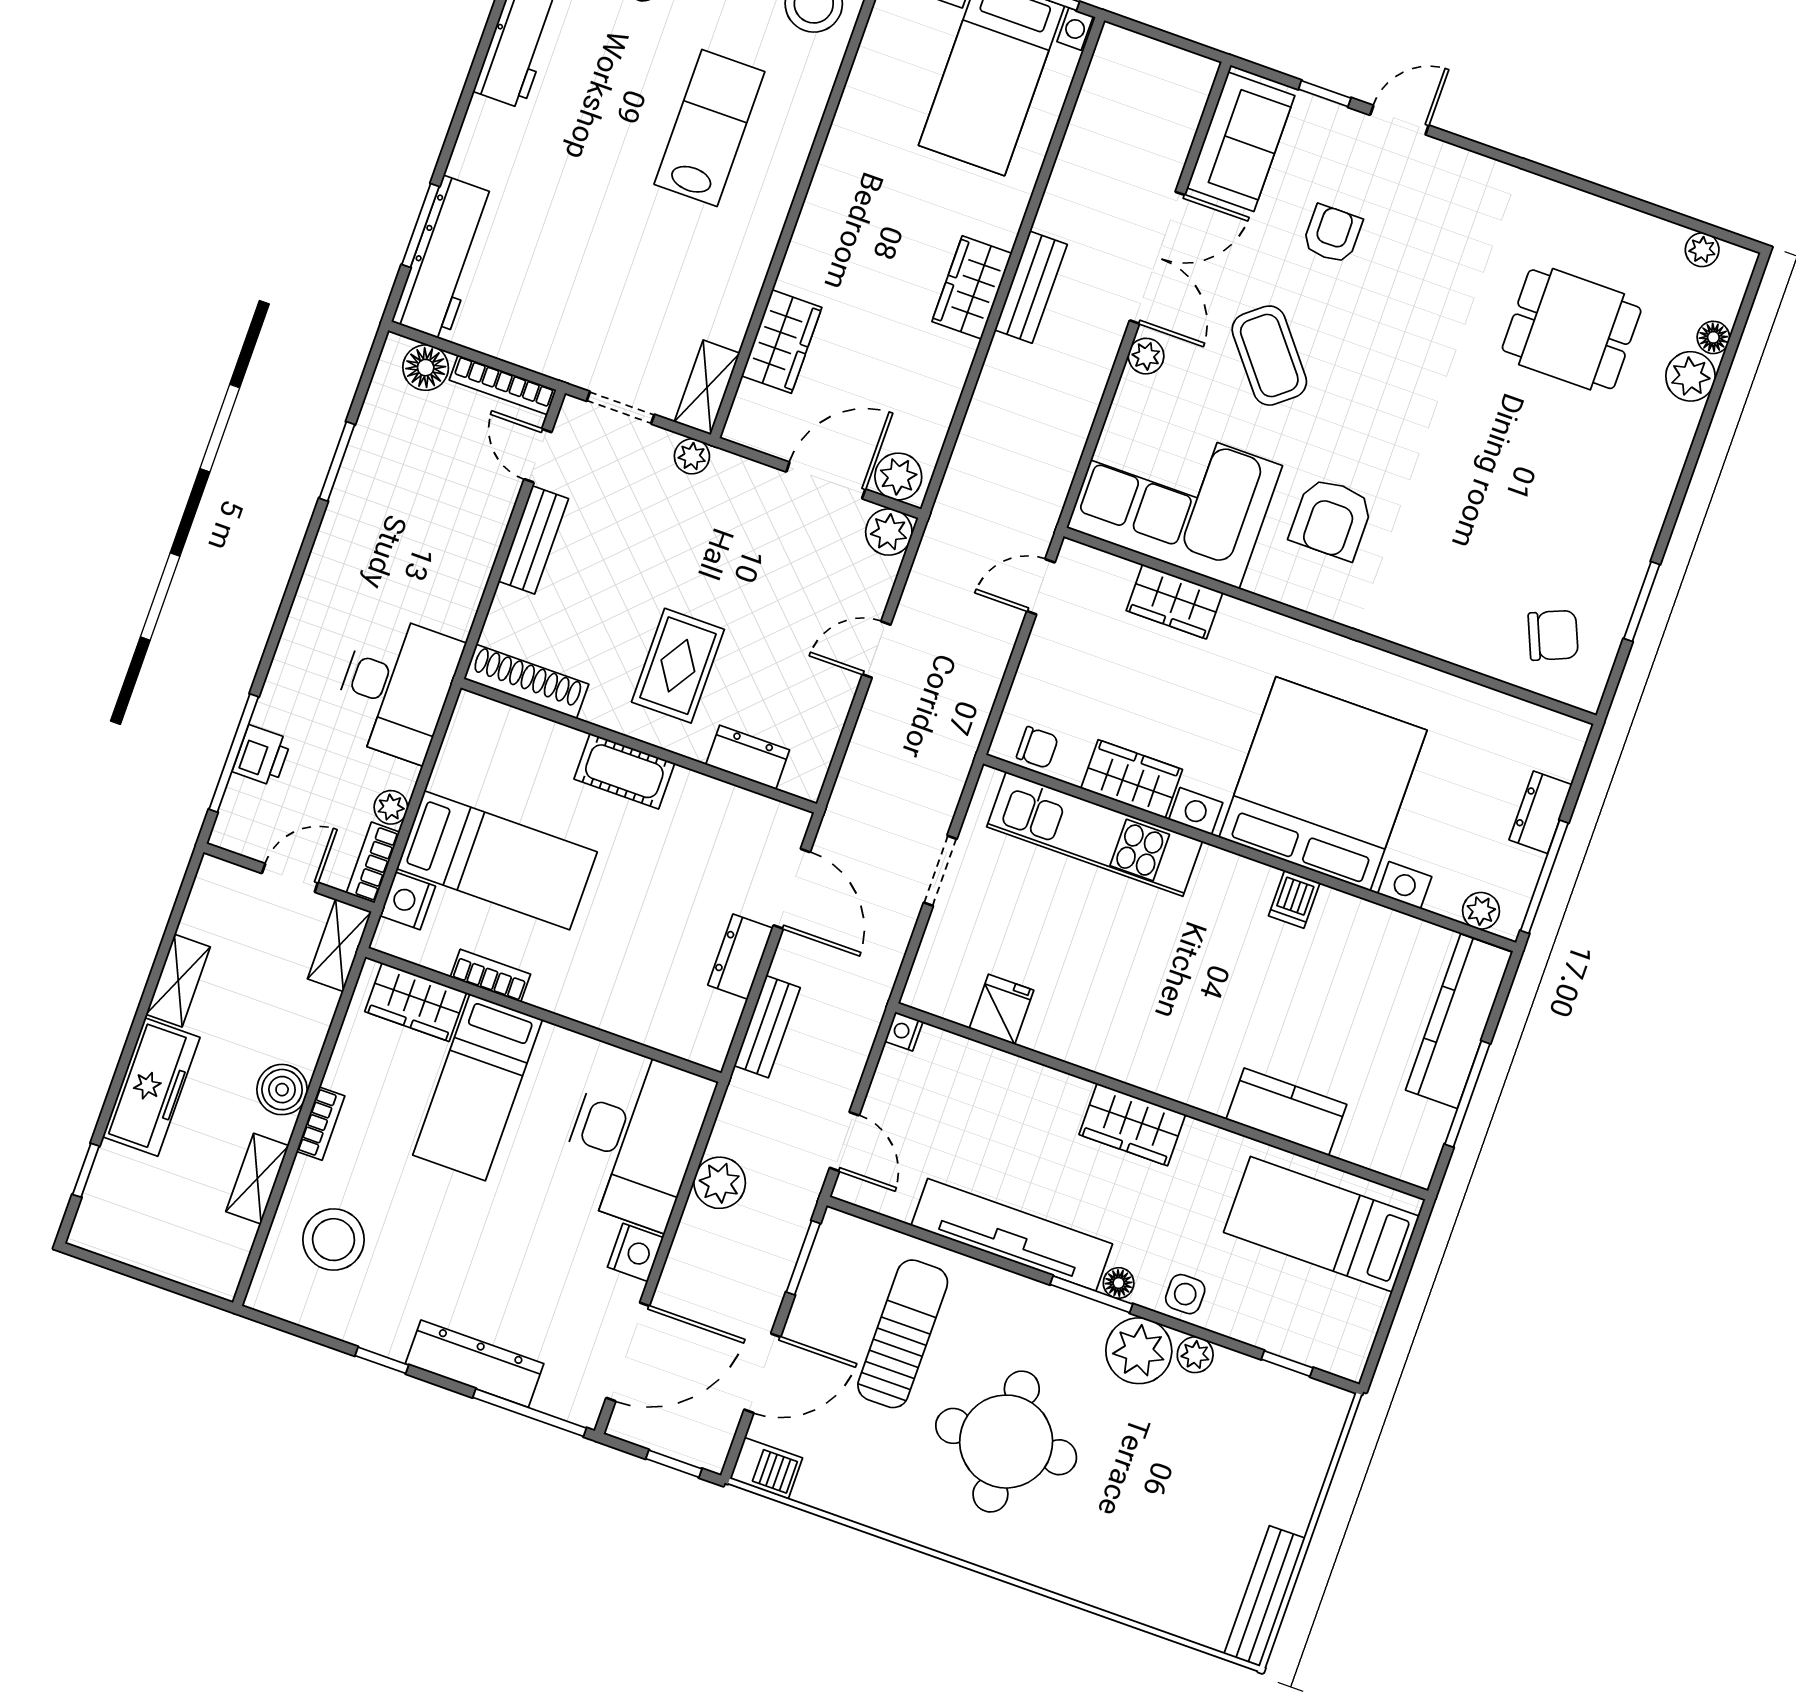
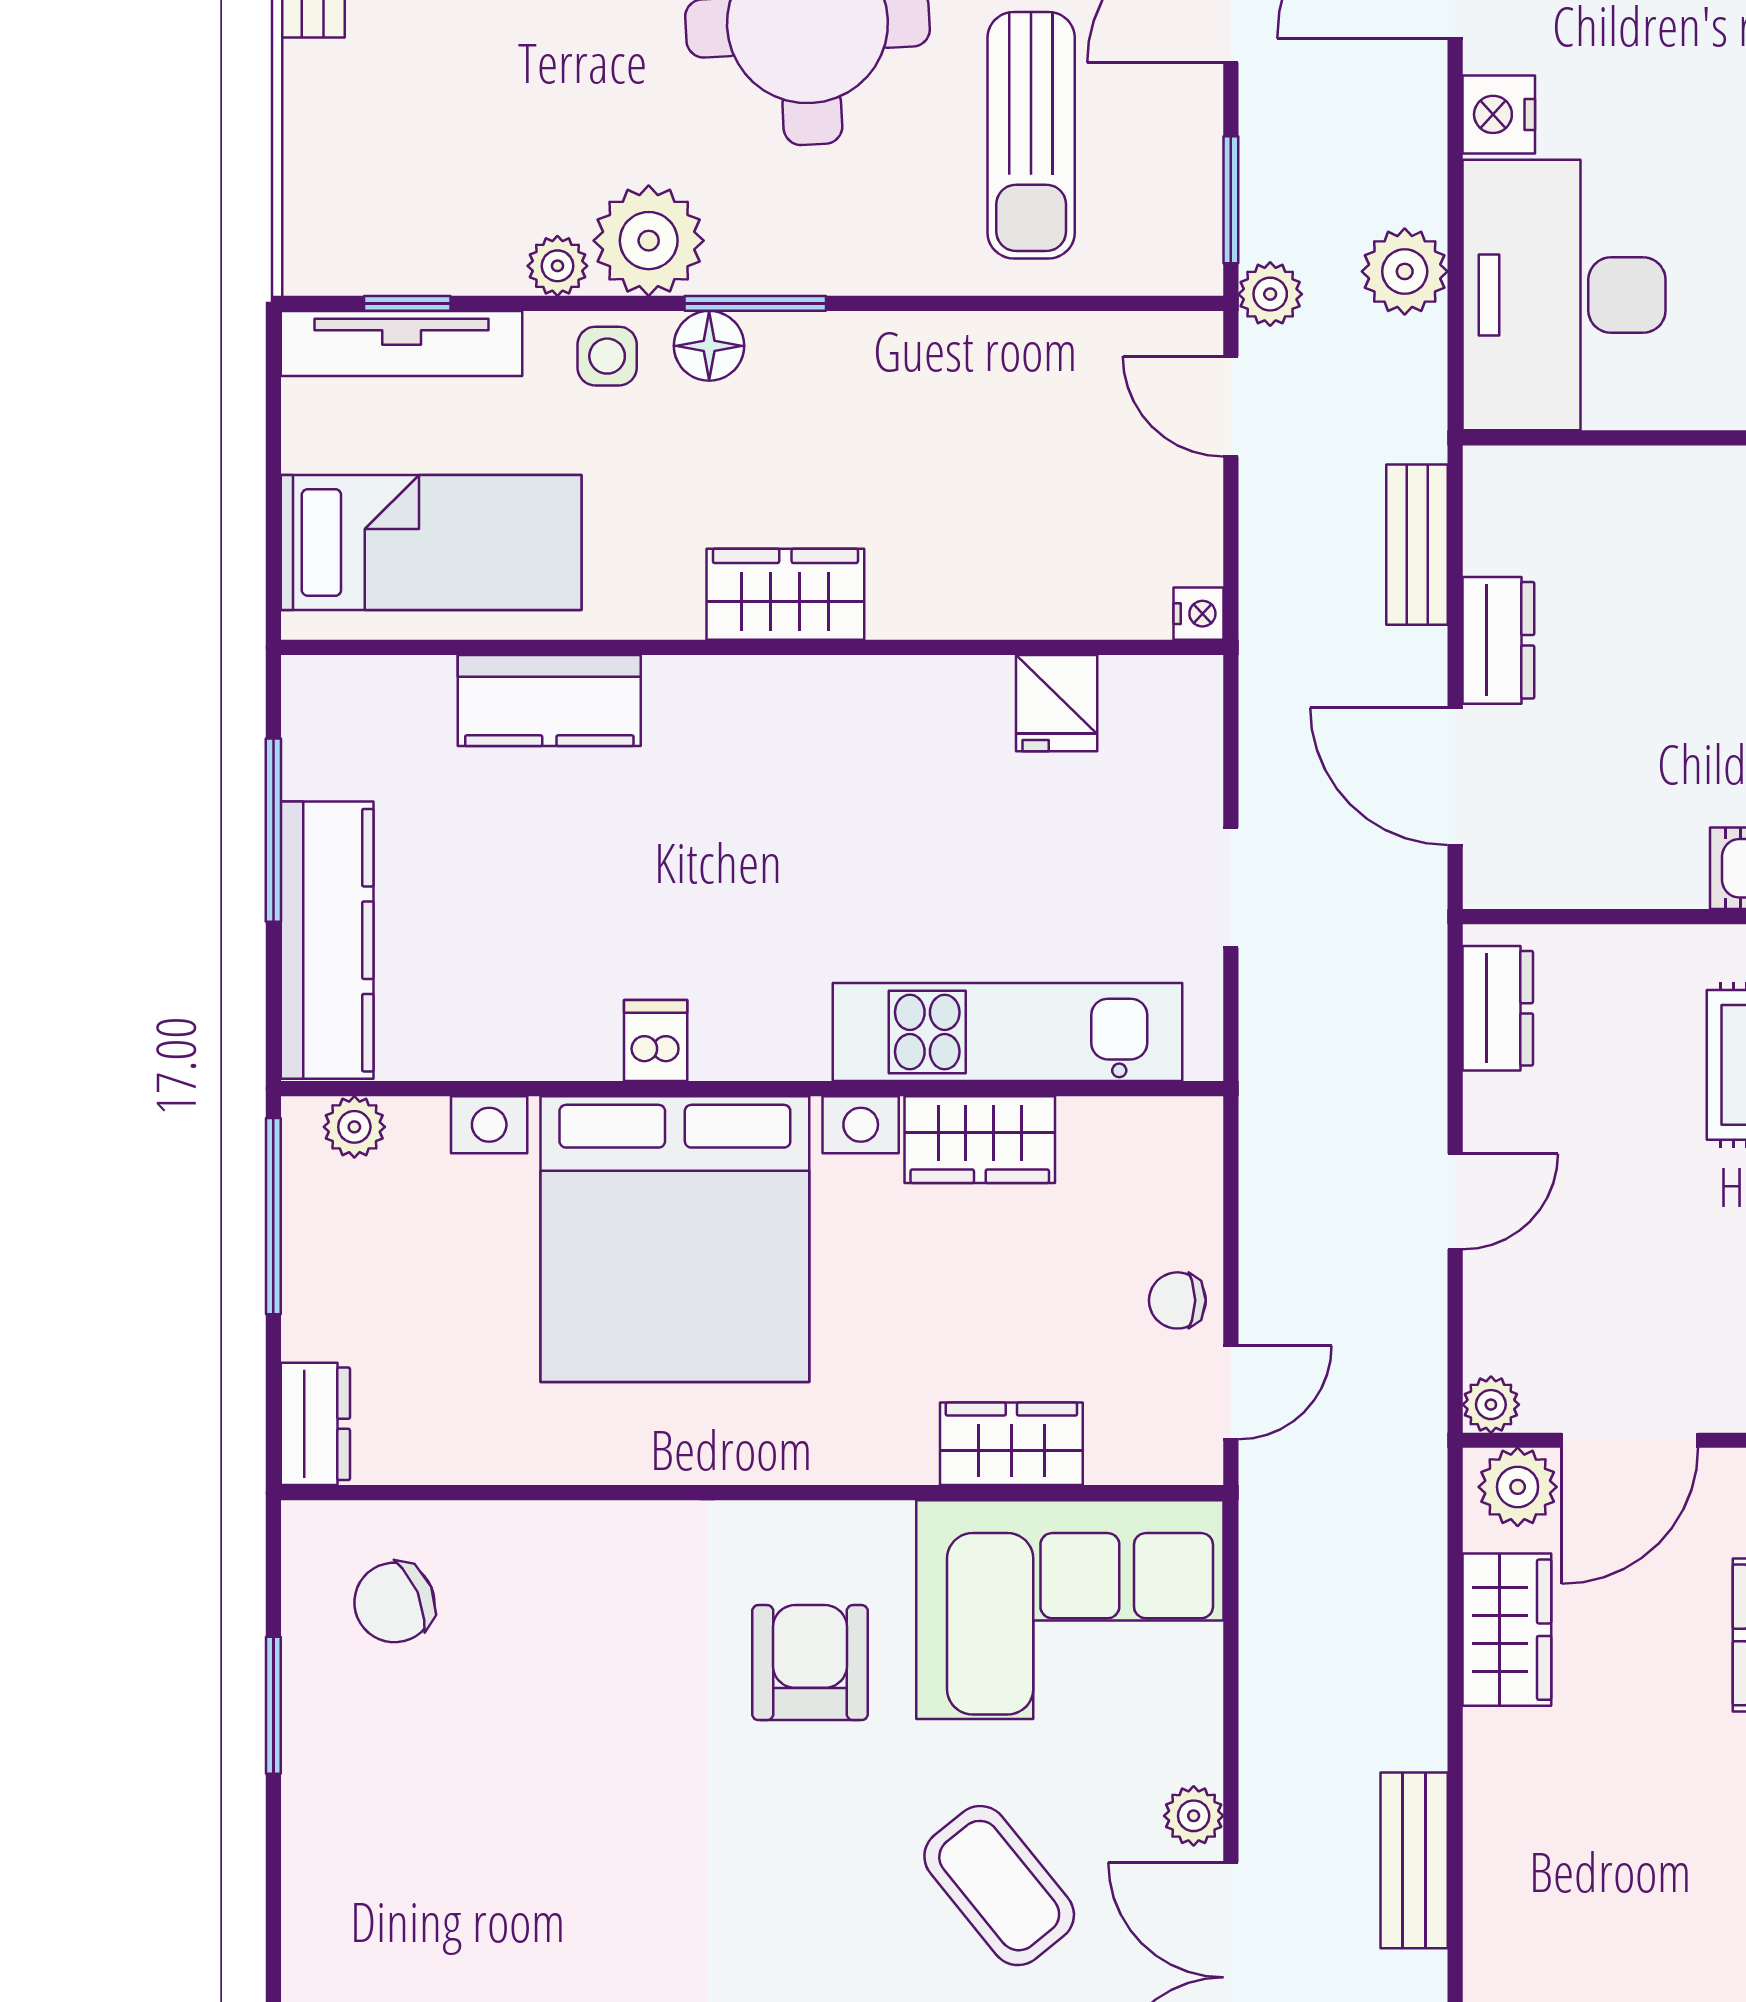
wardrobe: (972, 287) -> (1507, 1630), moved
plant: (889, 532) -> (1491, 1405), width x0.73, depth x0.73
chair: (1037, 747) -> (1177, 1300), moved
dresser: (748, 757) -> (1498, 1008), moved, turned -90
dresser: (1541, 812) -> (315, 1424), moved
plant: (800, 1197) -> (1270, 294), added
tv unit: (1012, 1235) -> (402, 343), moved, width x0.73, depth x0.78
floor lamp: (1119, 1283) -> (709, 346), width x1.37, depth x1.37

